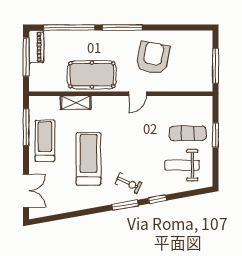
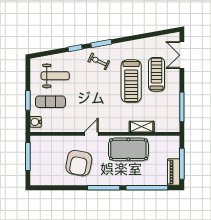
water cooler: (206, 109) -> (36, 122), added
treadmill: (45, 141) -> (156, 74), moved, turned 180

